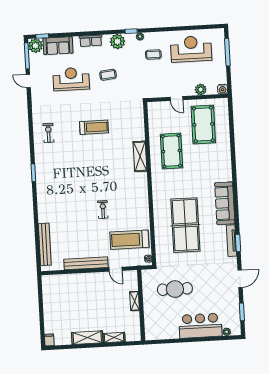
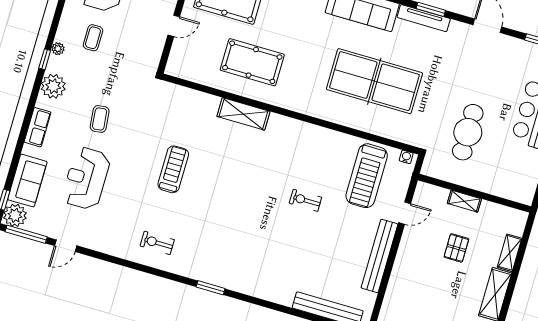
pallet: (106, 306) -> (456, 248), added

